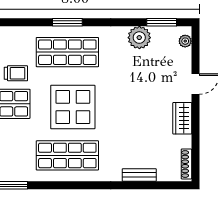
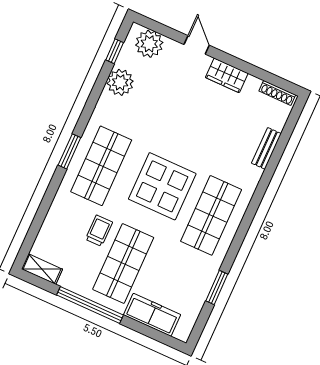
window: (162, 22) -> (115, 51), width x0.67
plant: (185, 41) -> (149, 44), width x1.88, depth x1.88

